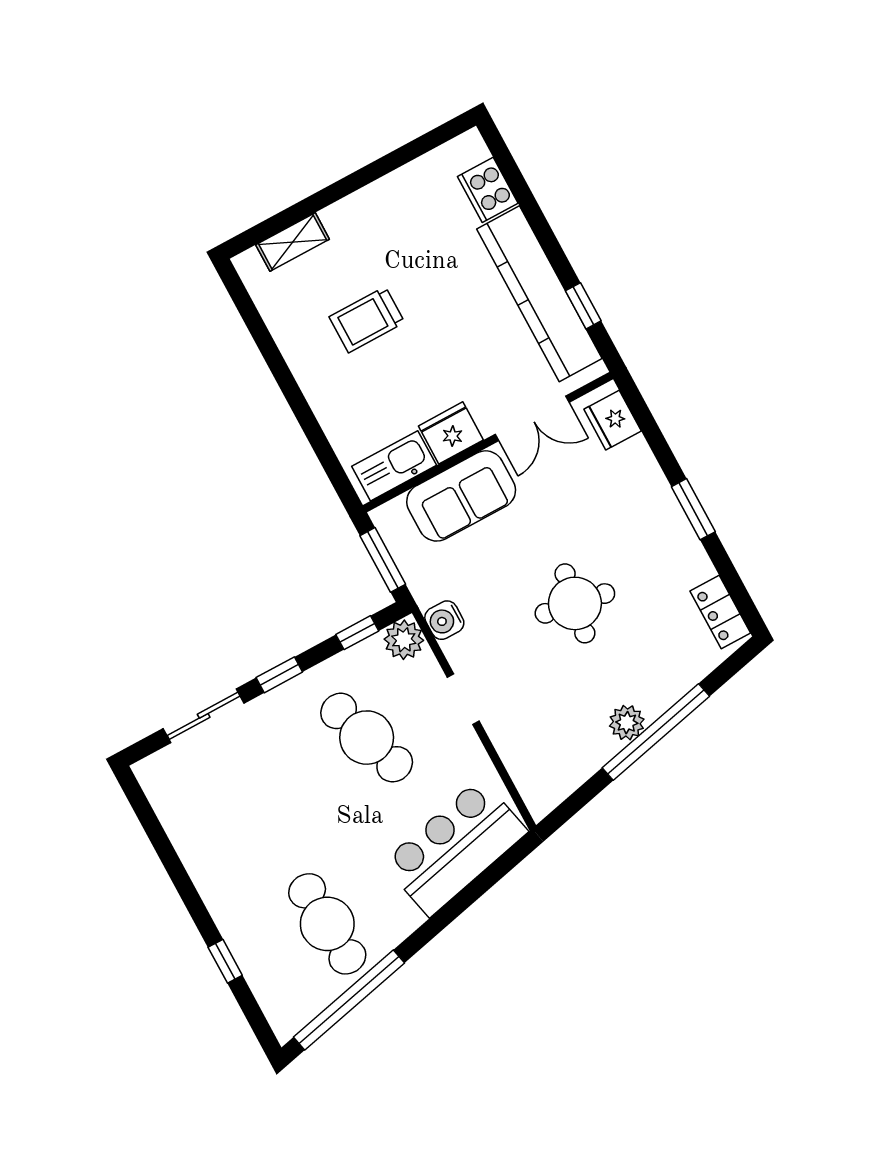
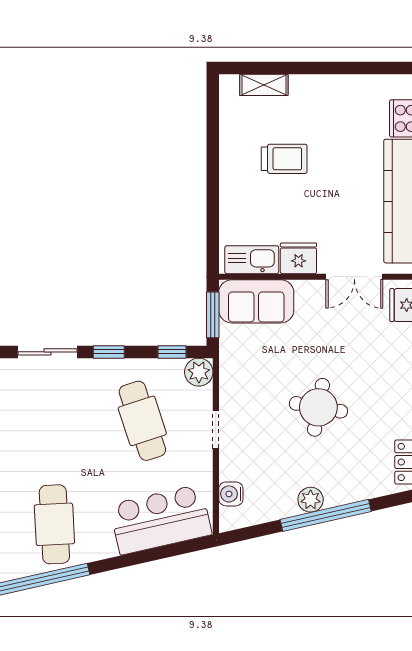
trolley: (367, 320) -> (284, 159), turned 180
sofa: (461, 496) -> (256, 301), moved
water cooler: (444, 620) -> (231, 494), moved

